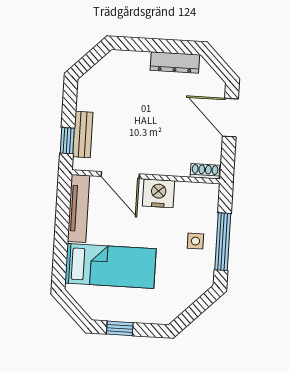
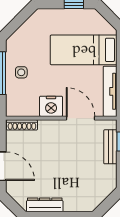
shoe rack: (205, 171) -> (22, 125), width x1.43

